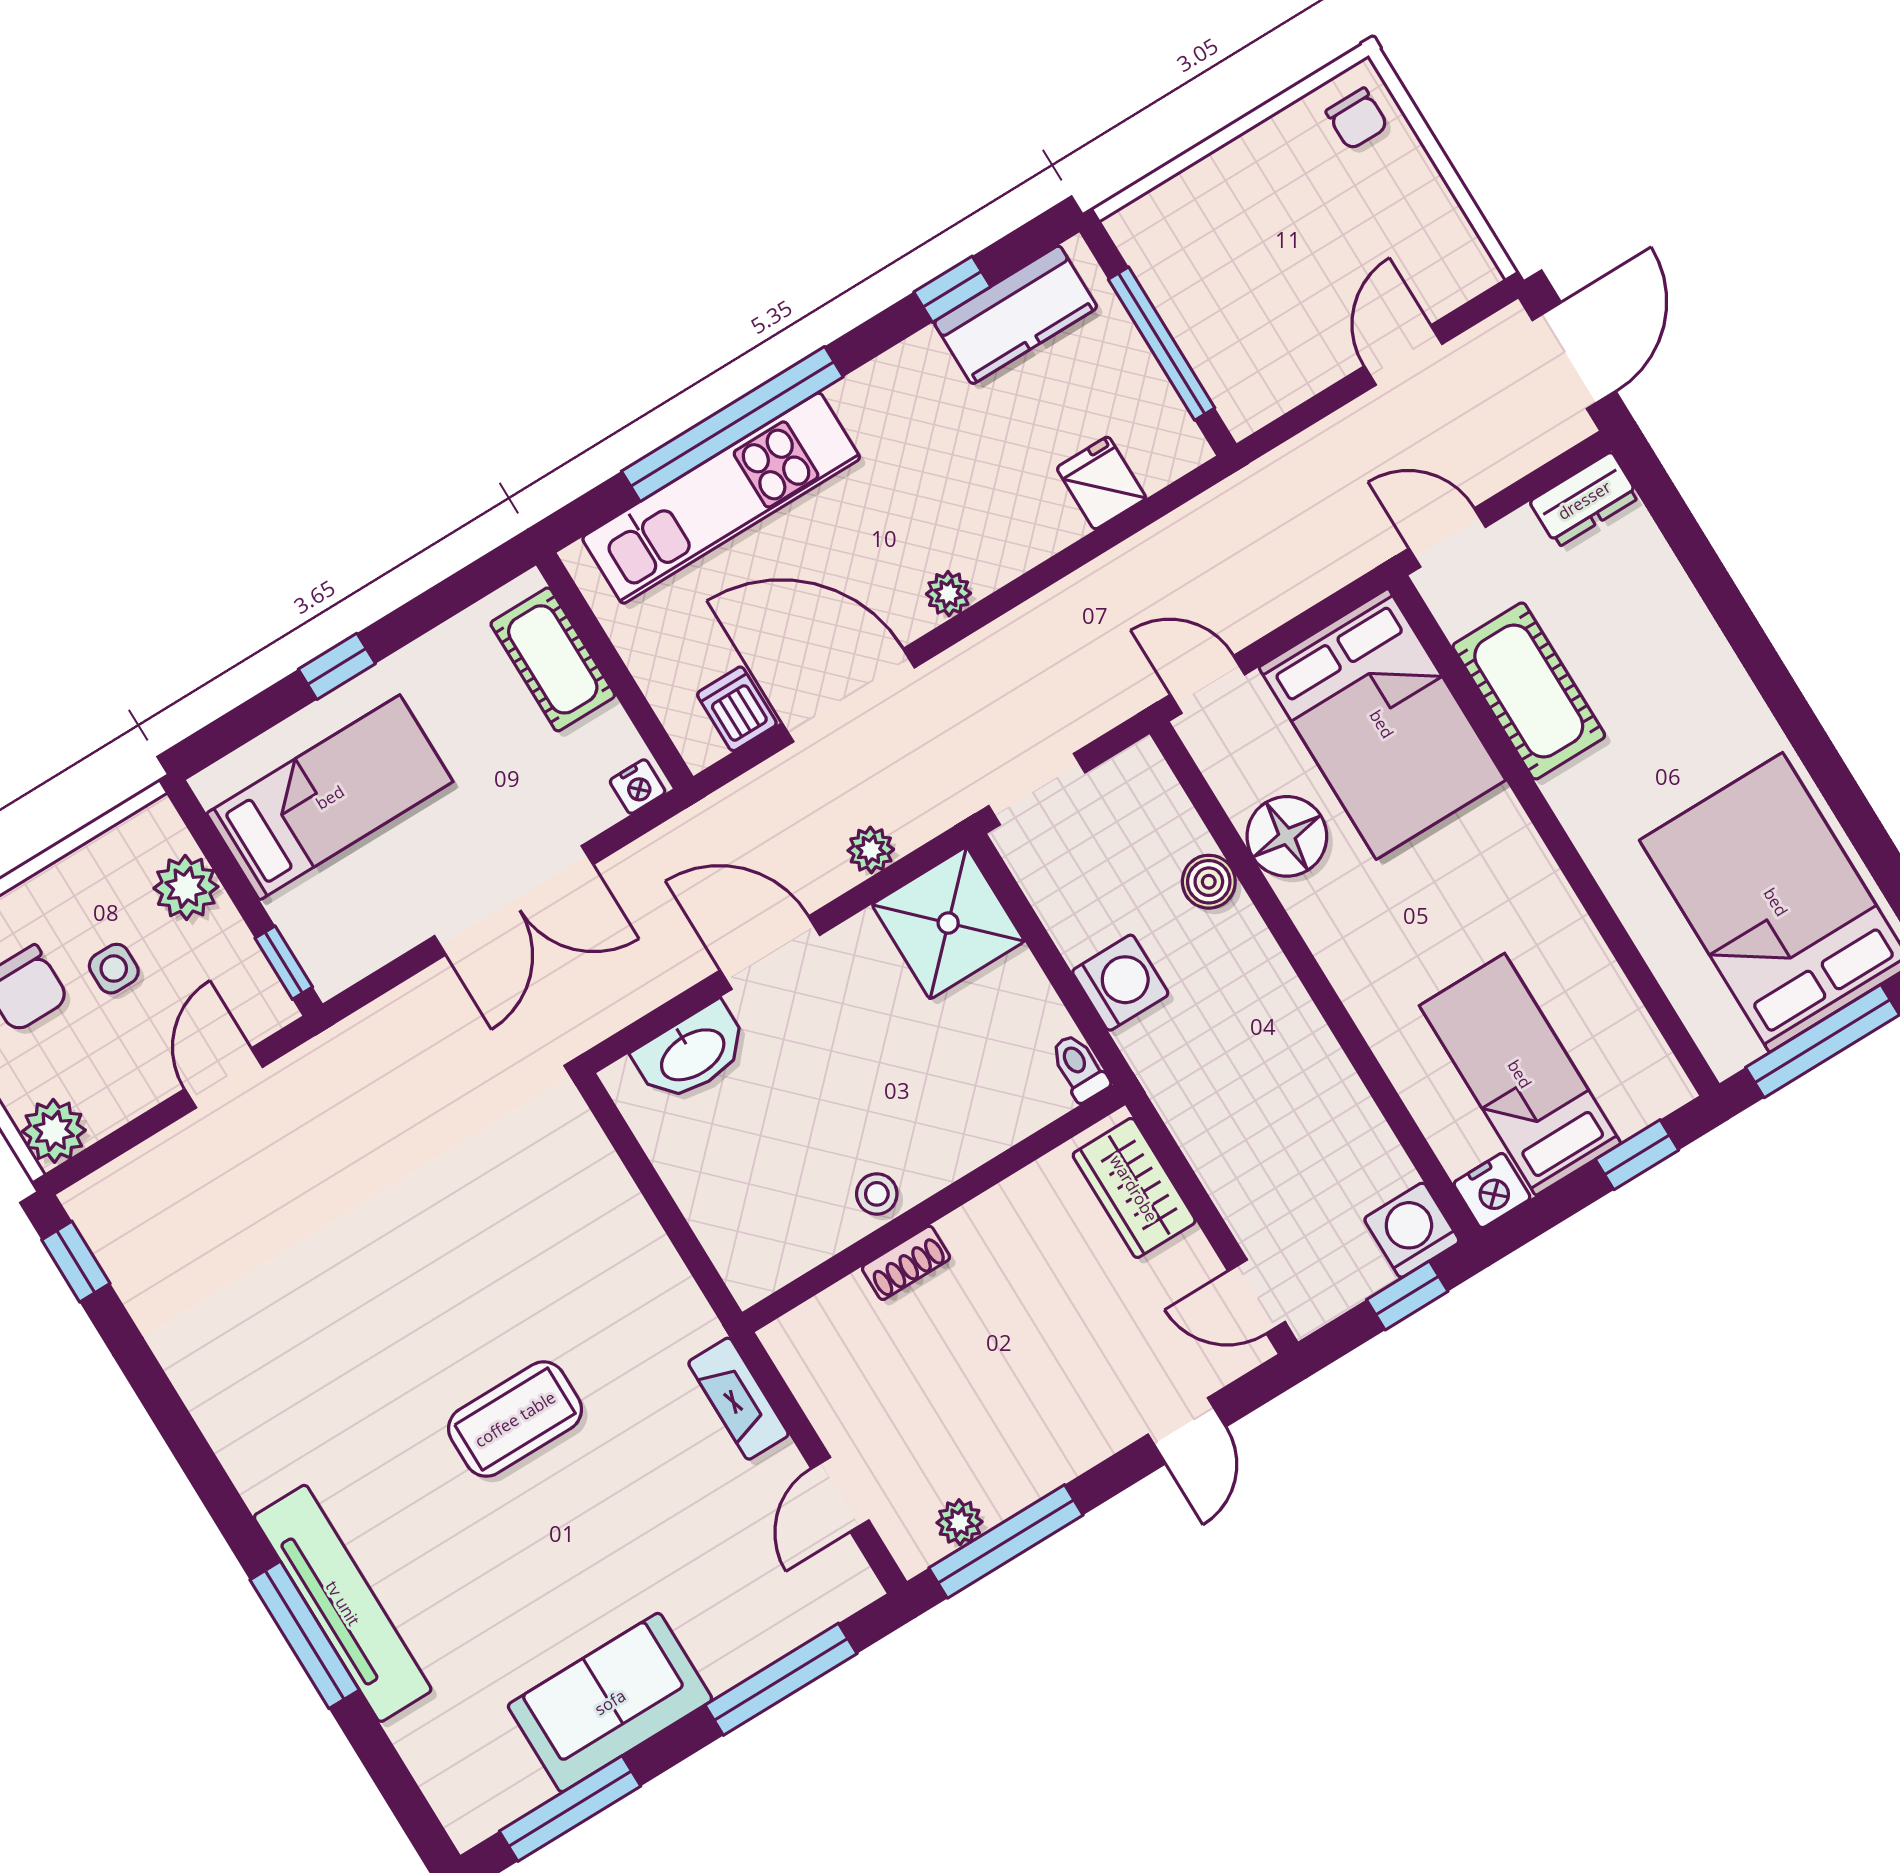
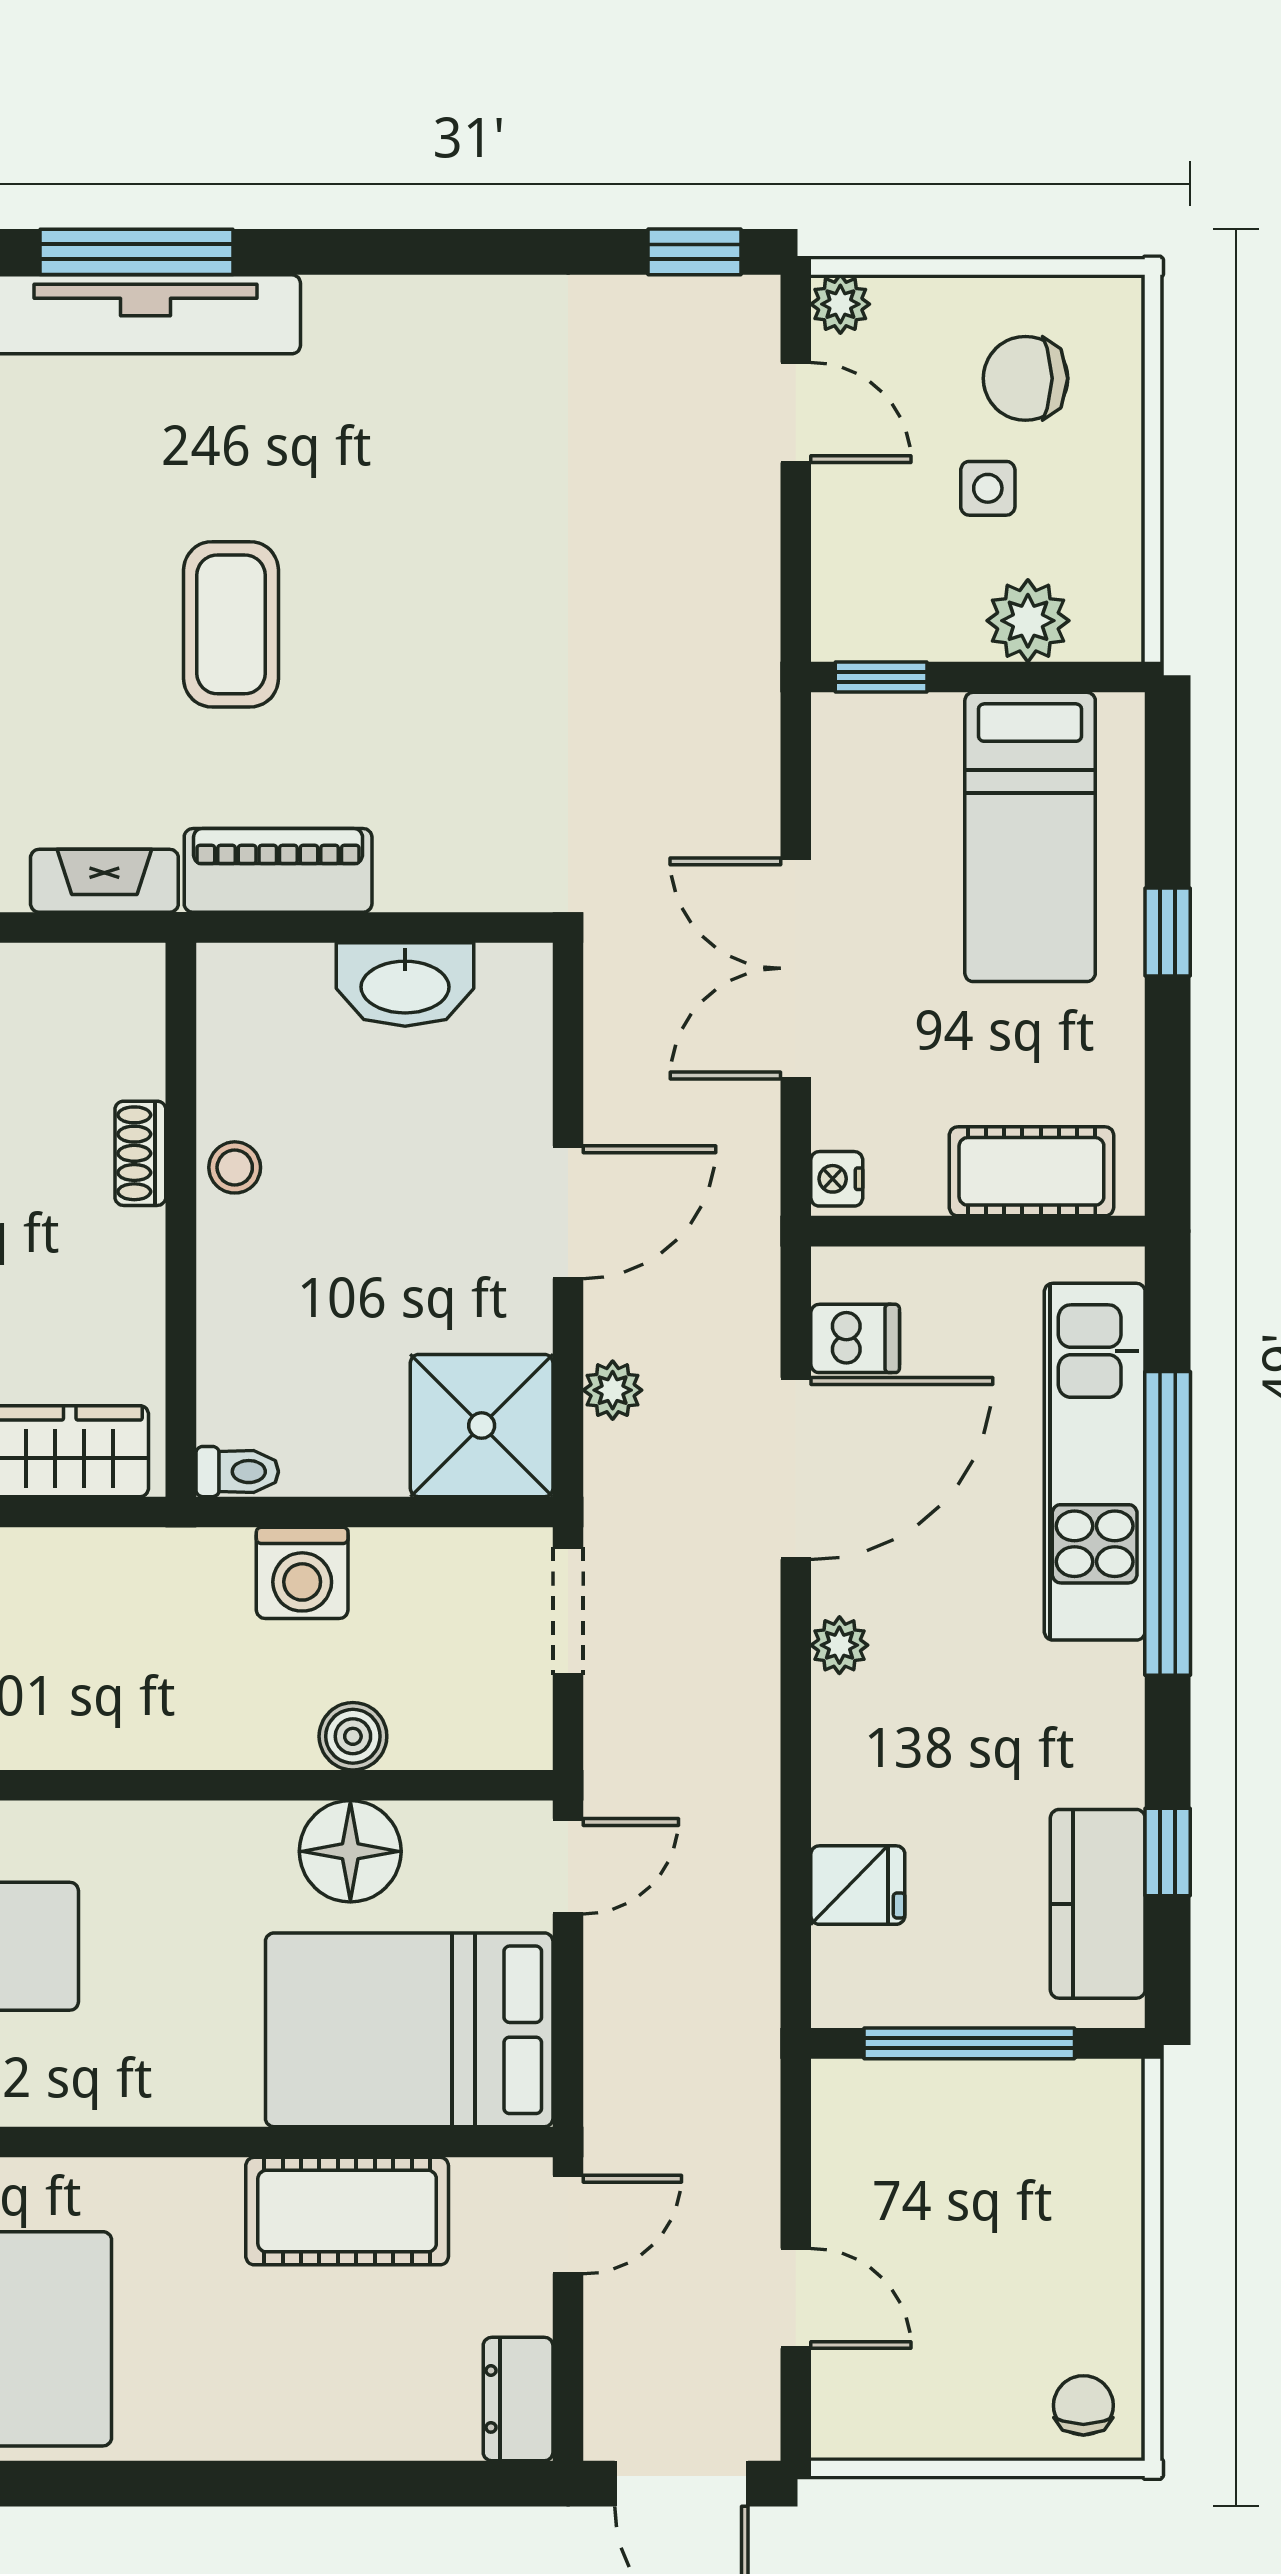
chair: (1357, 119) -> (1083, 2405), turned 90
washbasin: (692, 1053) -> (405, 985), moved, turned -90
door: (224, 1078) -> (796, 412), moved
plant: (54, 1131) -> (840, 304), width x0.73, depth x0.73
piano: (660, 1287) -> (278, 870), added

